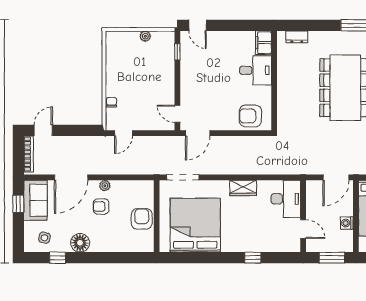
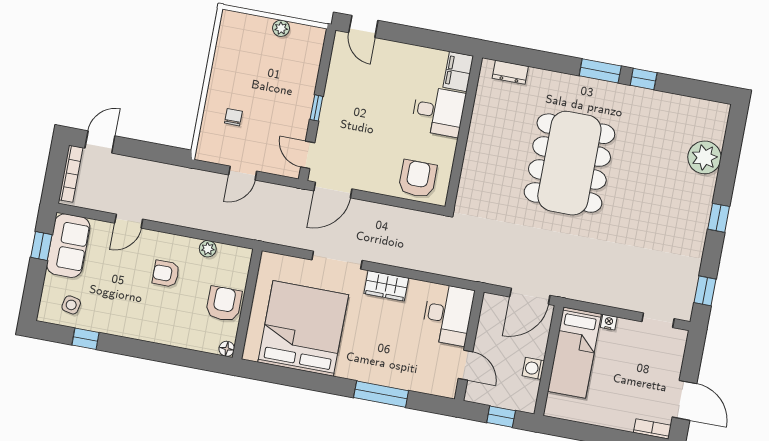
window: (177, 52) -> (316, 108), moved
chair: (112, 102) -> (233, 117), moved
armchair: (250, 116) -> (418, 179), turned 90
door: (124, 133) -> (243, 173), moved
door: (71, 177) -> (129, 221), width x0.53
doorway: (183, 177) -> (337, 260), moved
plant: (105, 186) -> (208, 249), moved
floor lamp: (80, 243) -> (227, 349), moved, width x0.53, depth x0.53
window: (253, 258) -> (381, 394), width x2.17
window: (332, 258) -> (501, 417), width x0.67

